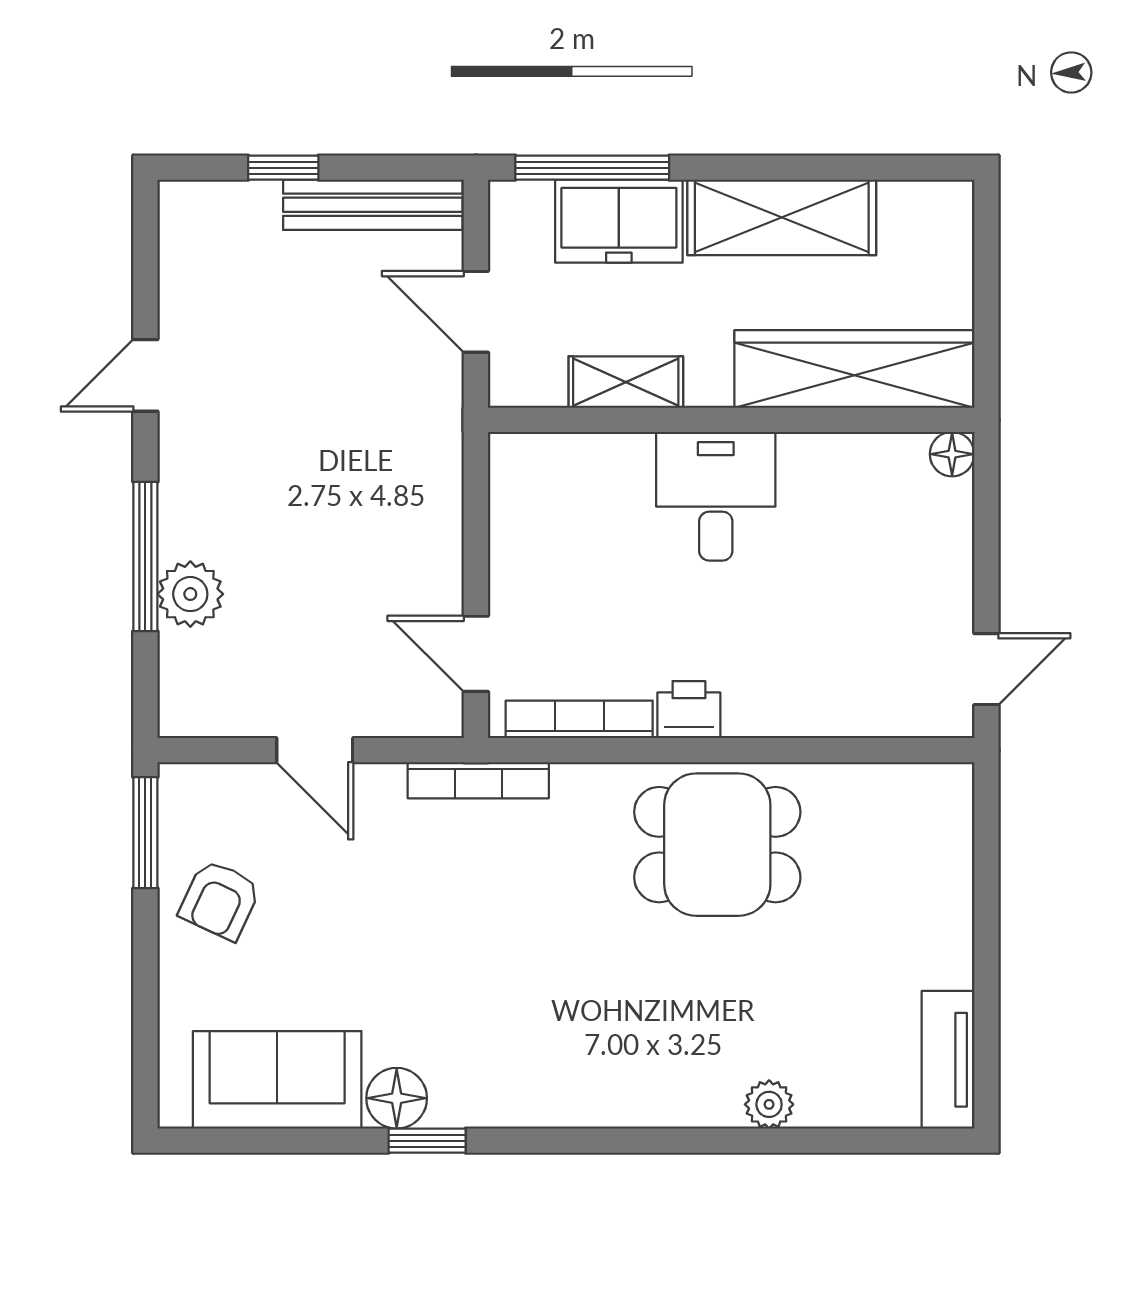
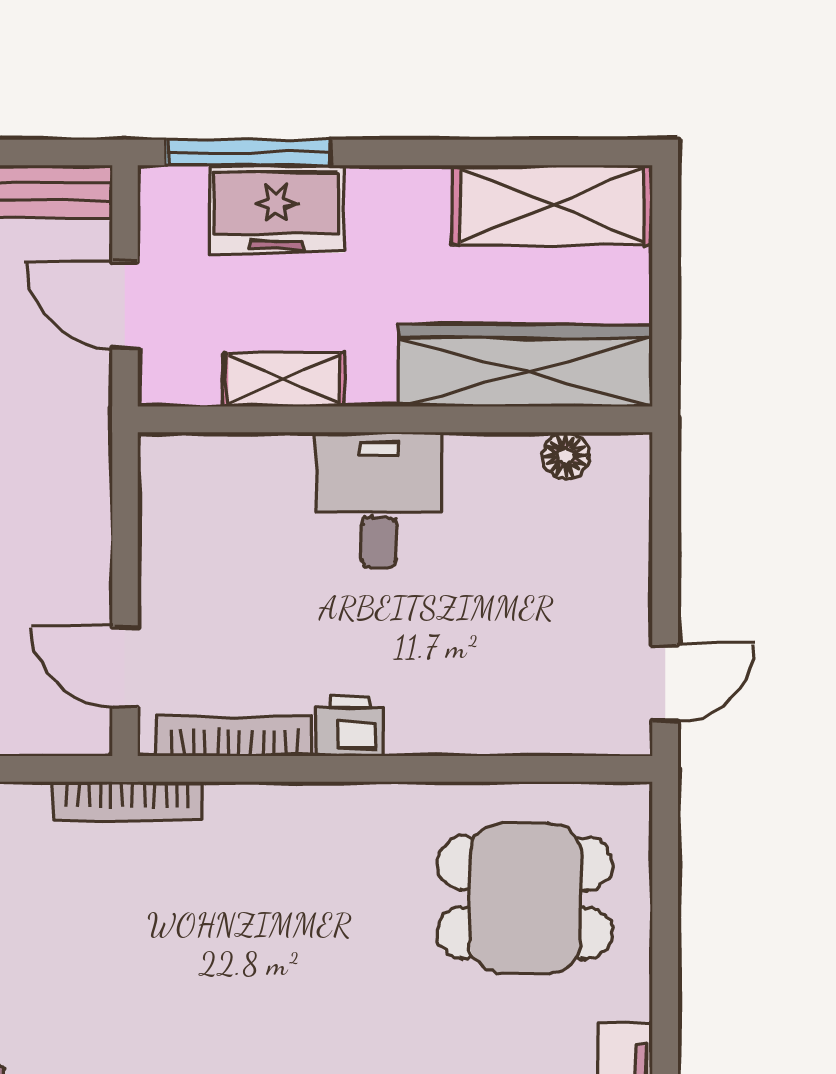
shelving: (782, 217) -> (553, 205), moved
floor lamp: (952, 454) -> (566, 456), moved
dining table: (717, 845) -> (525, 898), moved

